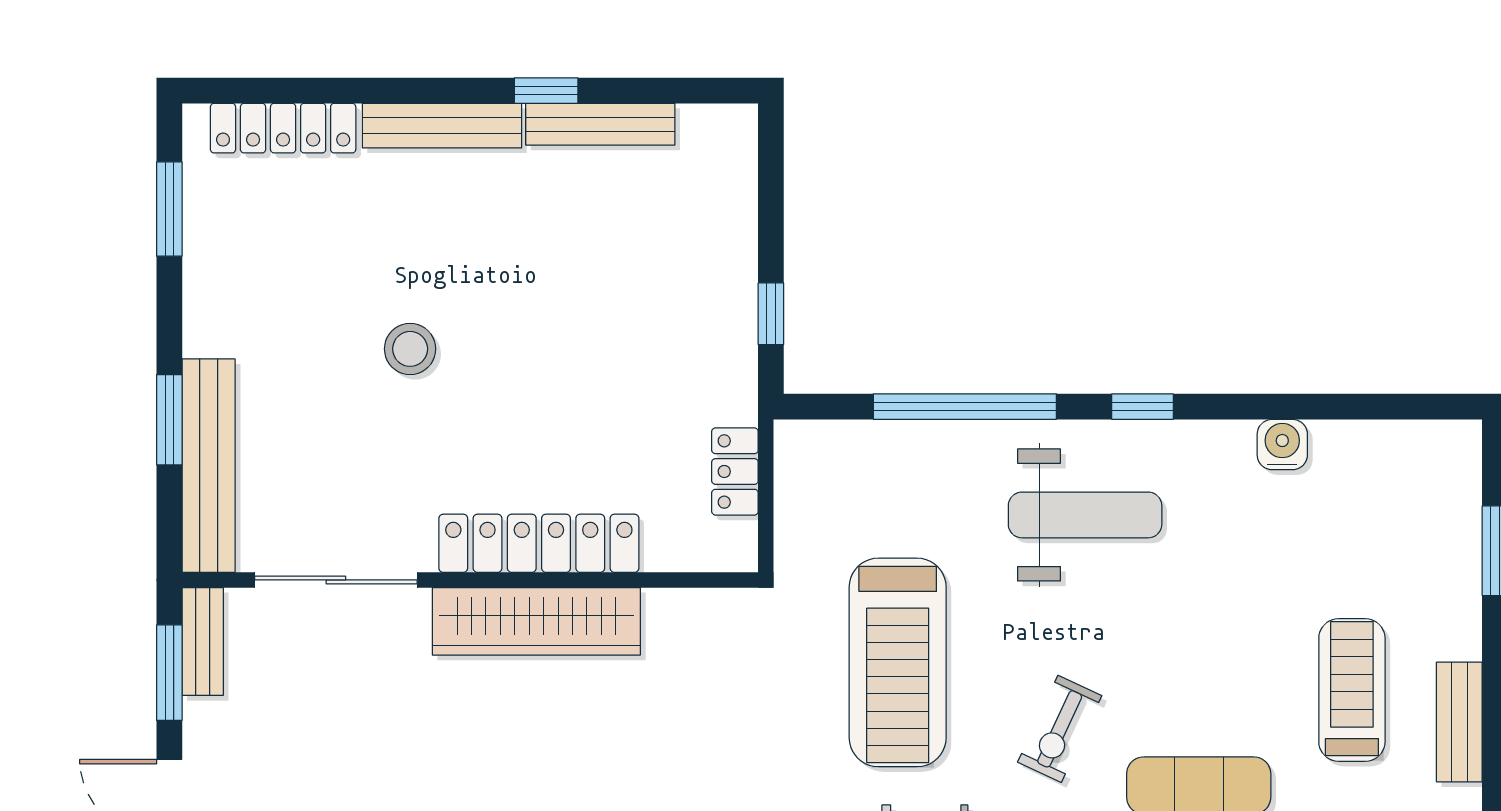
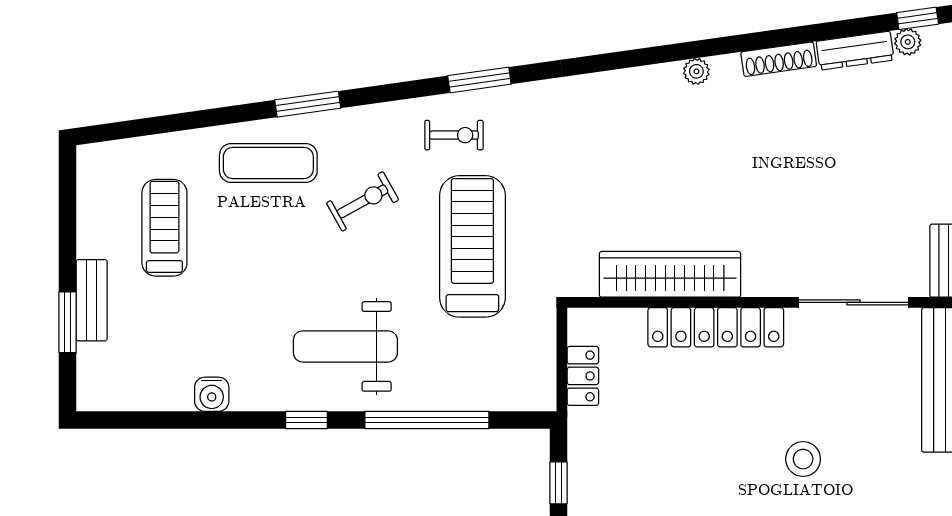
wardrobe: (536, 621) -> (670, 274), moved
treadmill: (1352, 690) -> (164, 228), turned 180
bench: (1459, 722) -> (92, 300), moved
exercise bike: (1060, 729) -> (363, 201), turned 36

